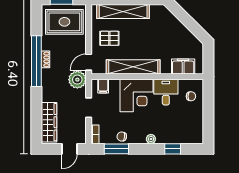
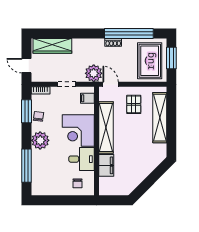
window: (36, 61) -> (129, 34), moved
filing cabinet: (183, 66) -> (106, 165), moved
plant: (151, 139) -> (40, 140), width x1.88, depth x1.88
window: (173, 149) -> (26, 166), width x2.17

